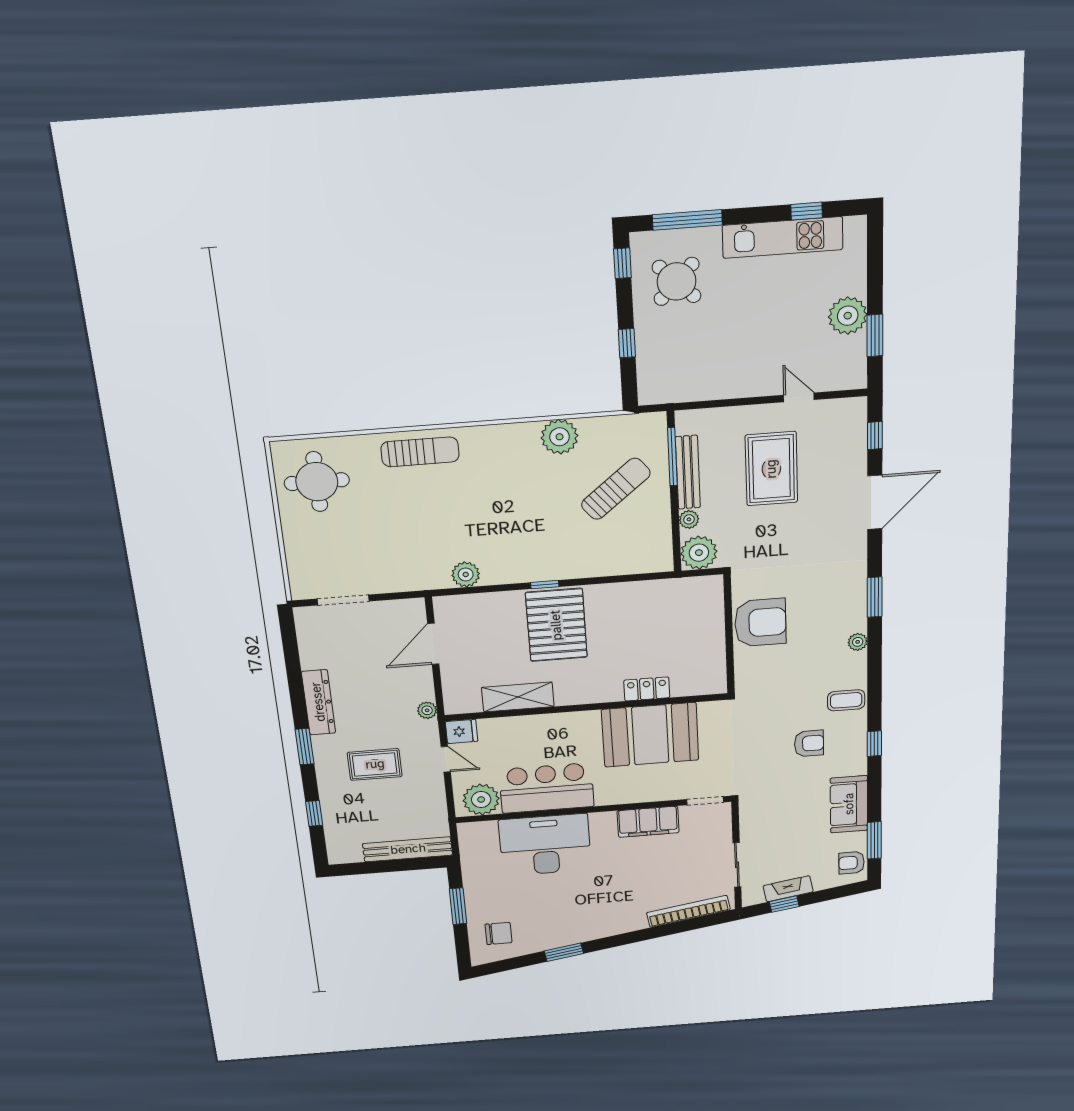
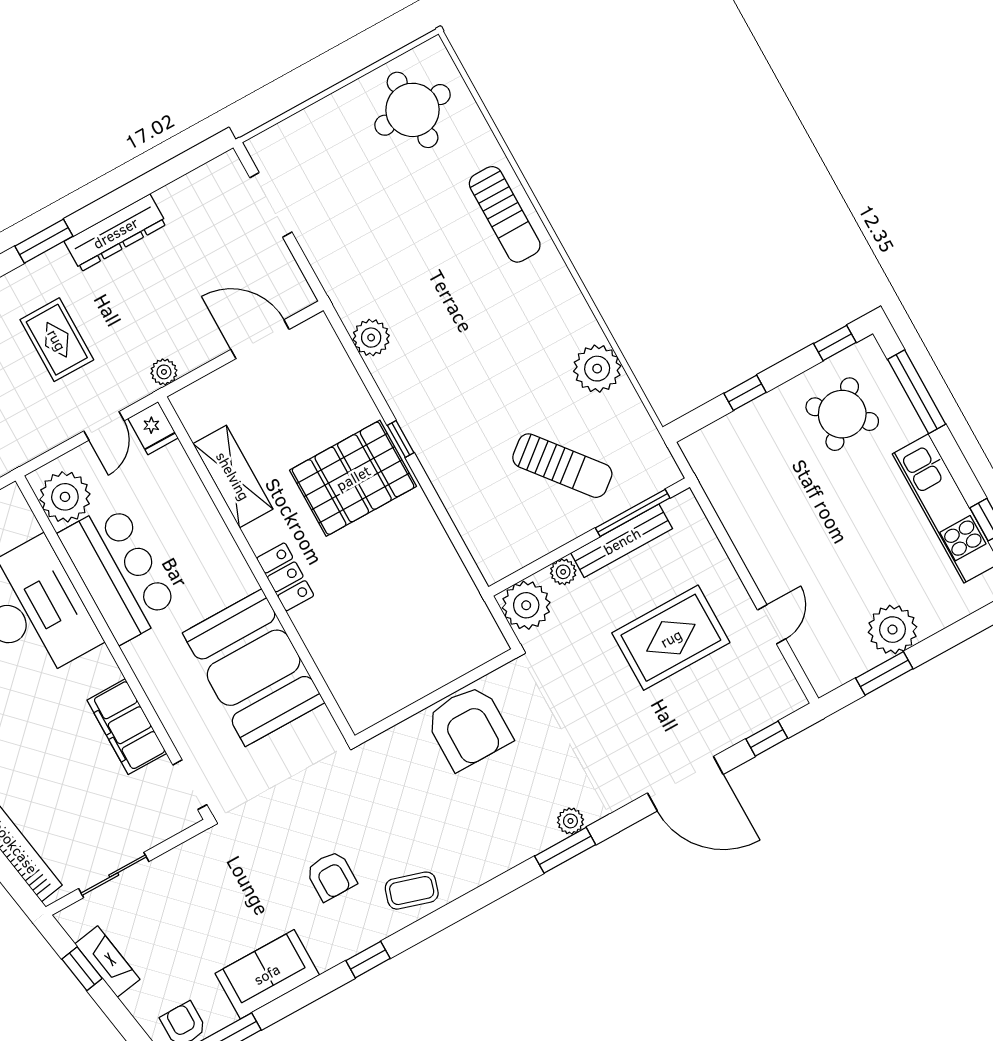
plant: (858, 642) -> (570, 821), moved
locker: (647, 689) -> (285, 577), moved
coffee table: (846, 700) -> (412, 891), turned -73

